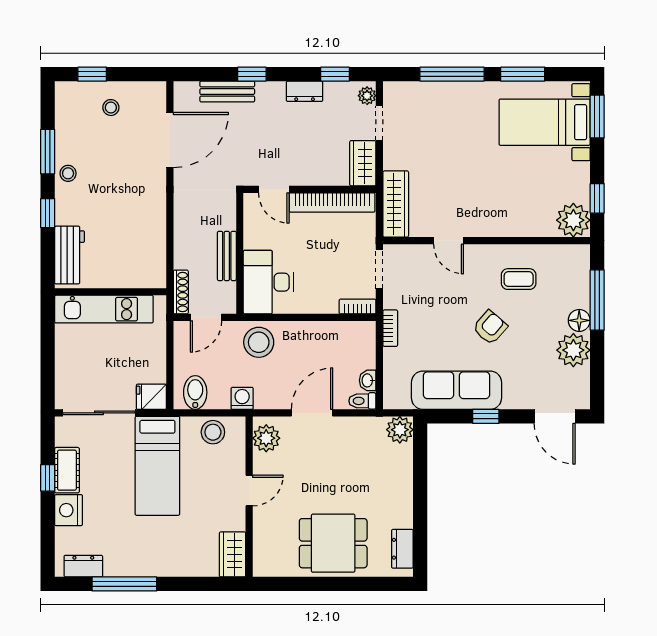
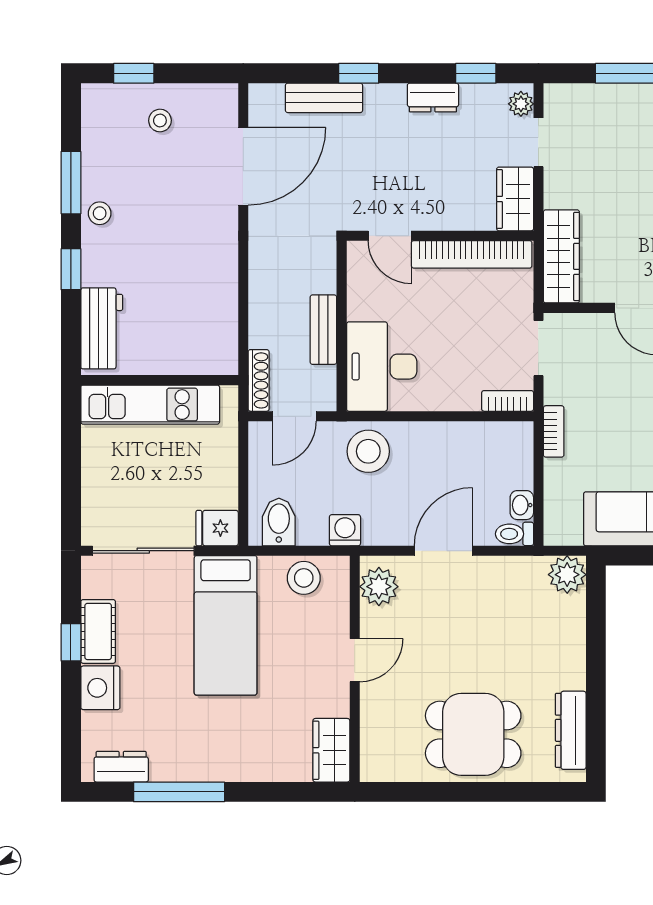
dresser: (402, 549) -> (571, 730), width x1.44

